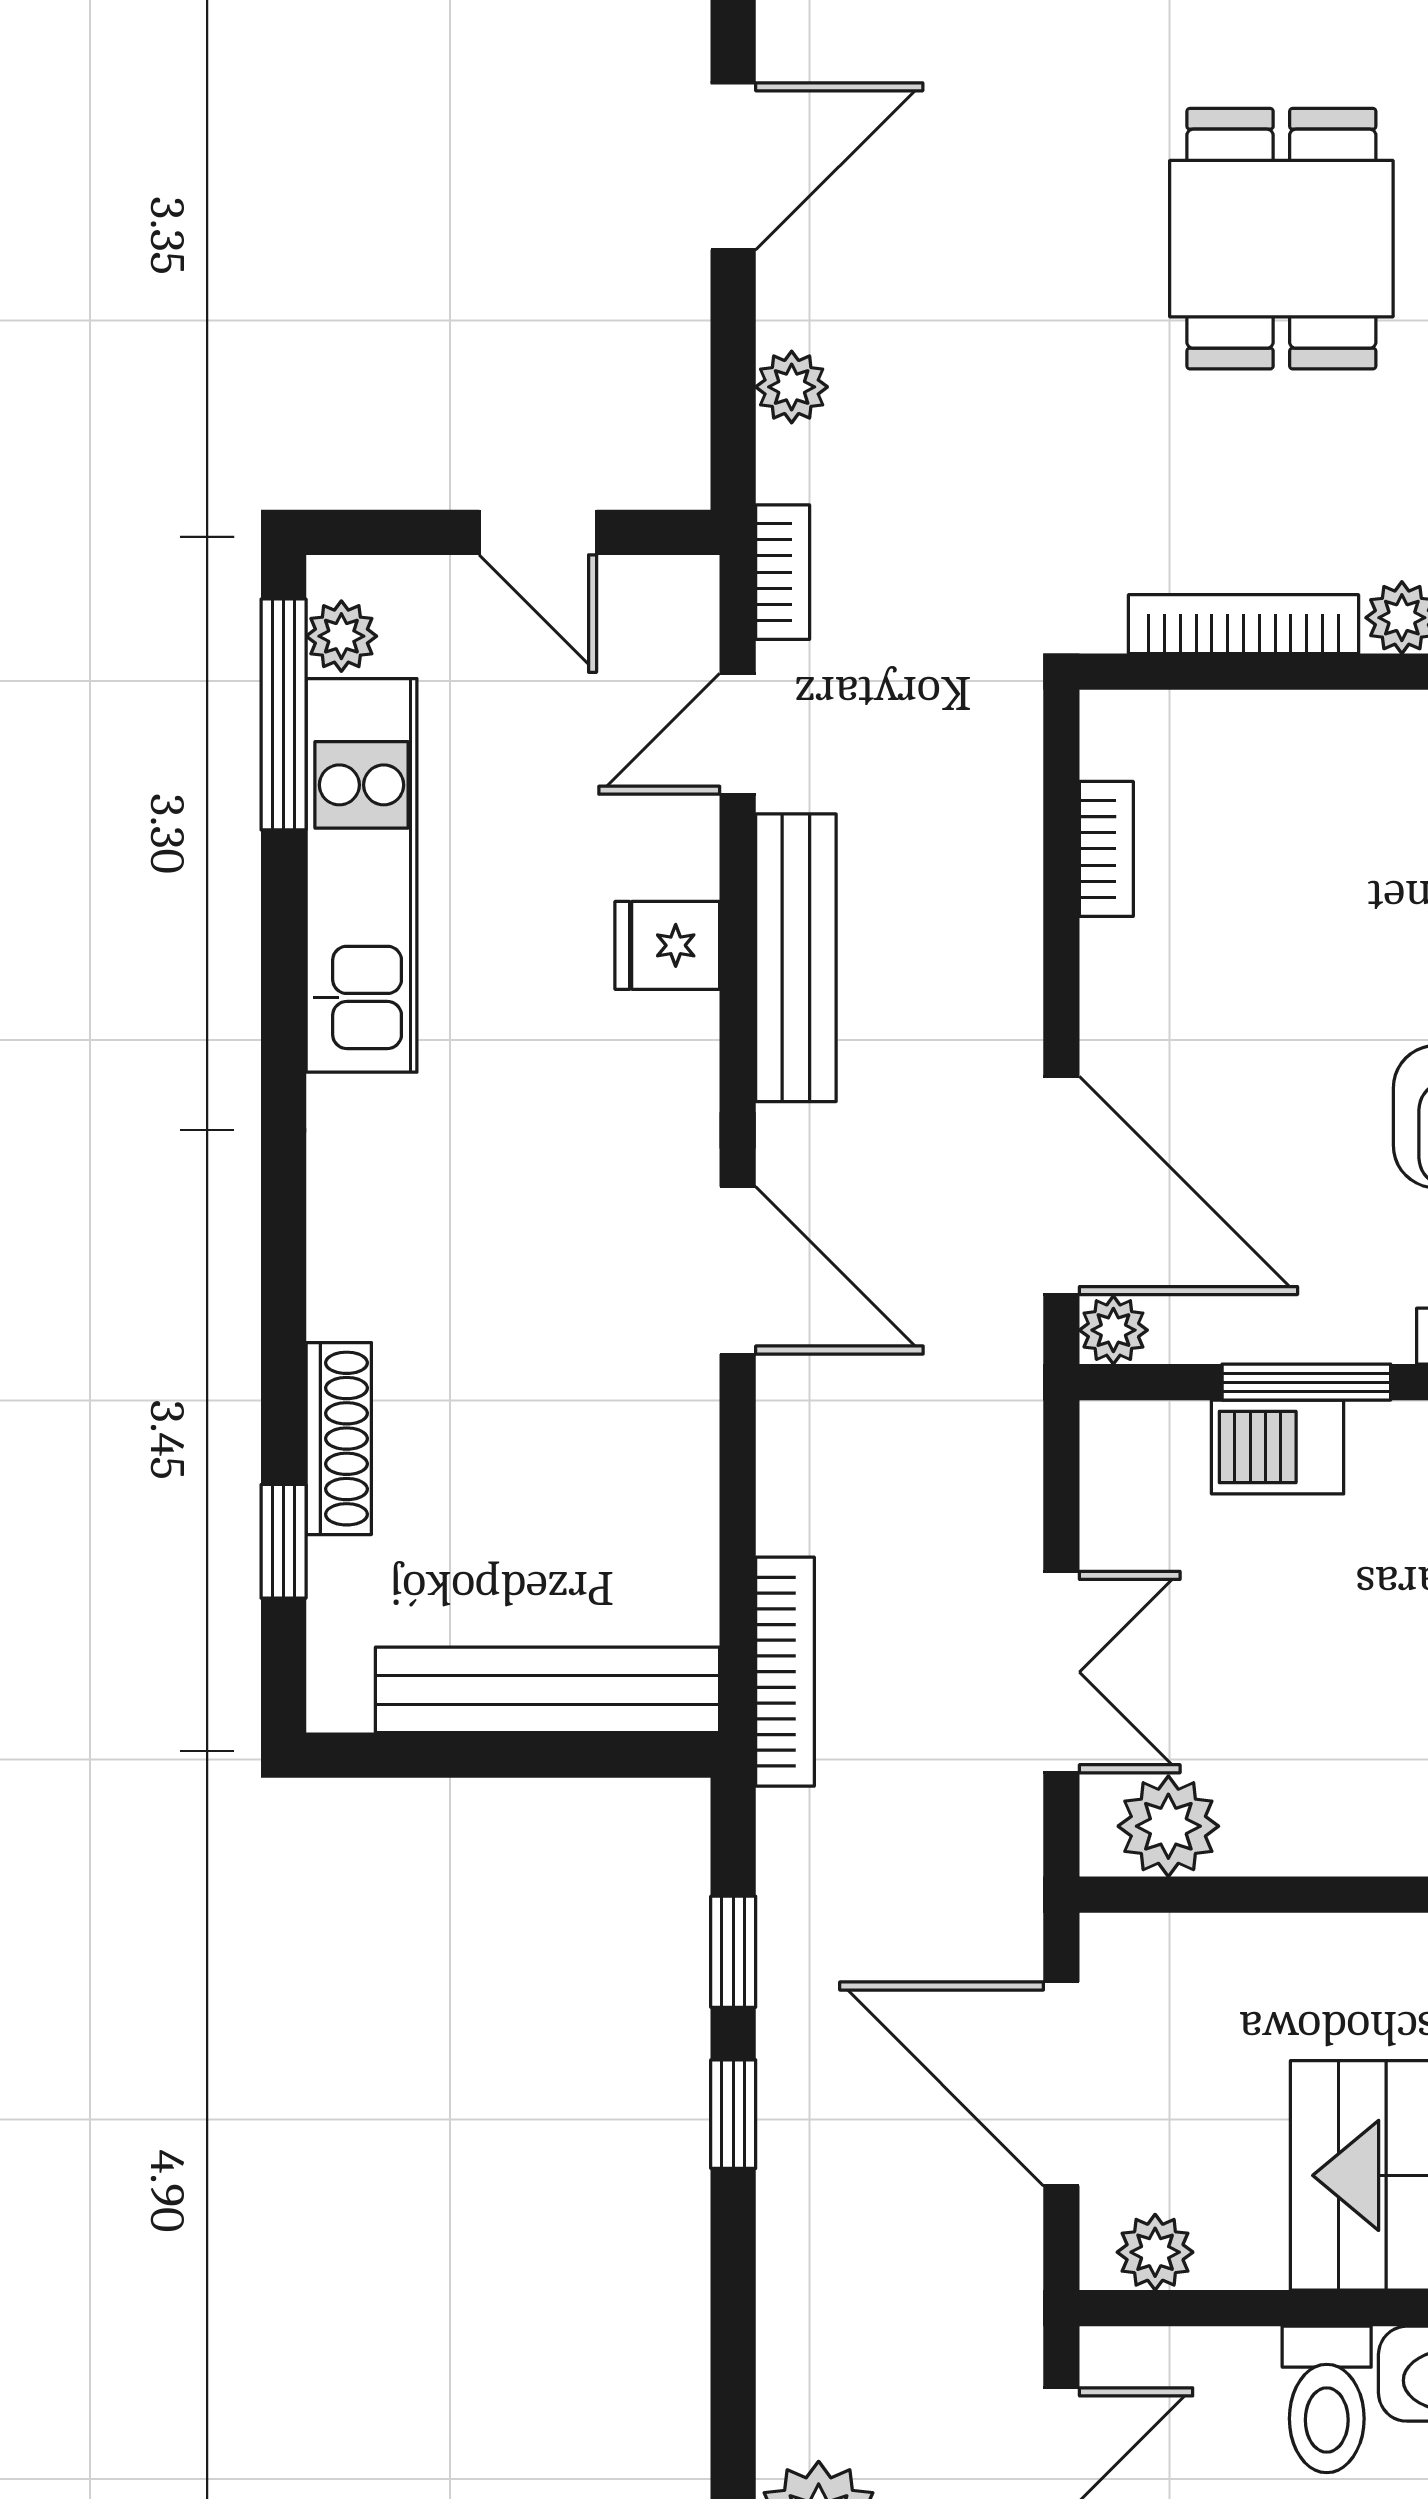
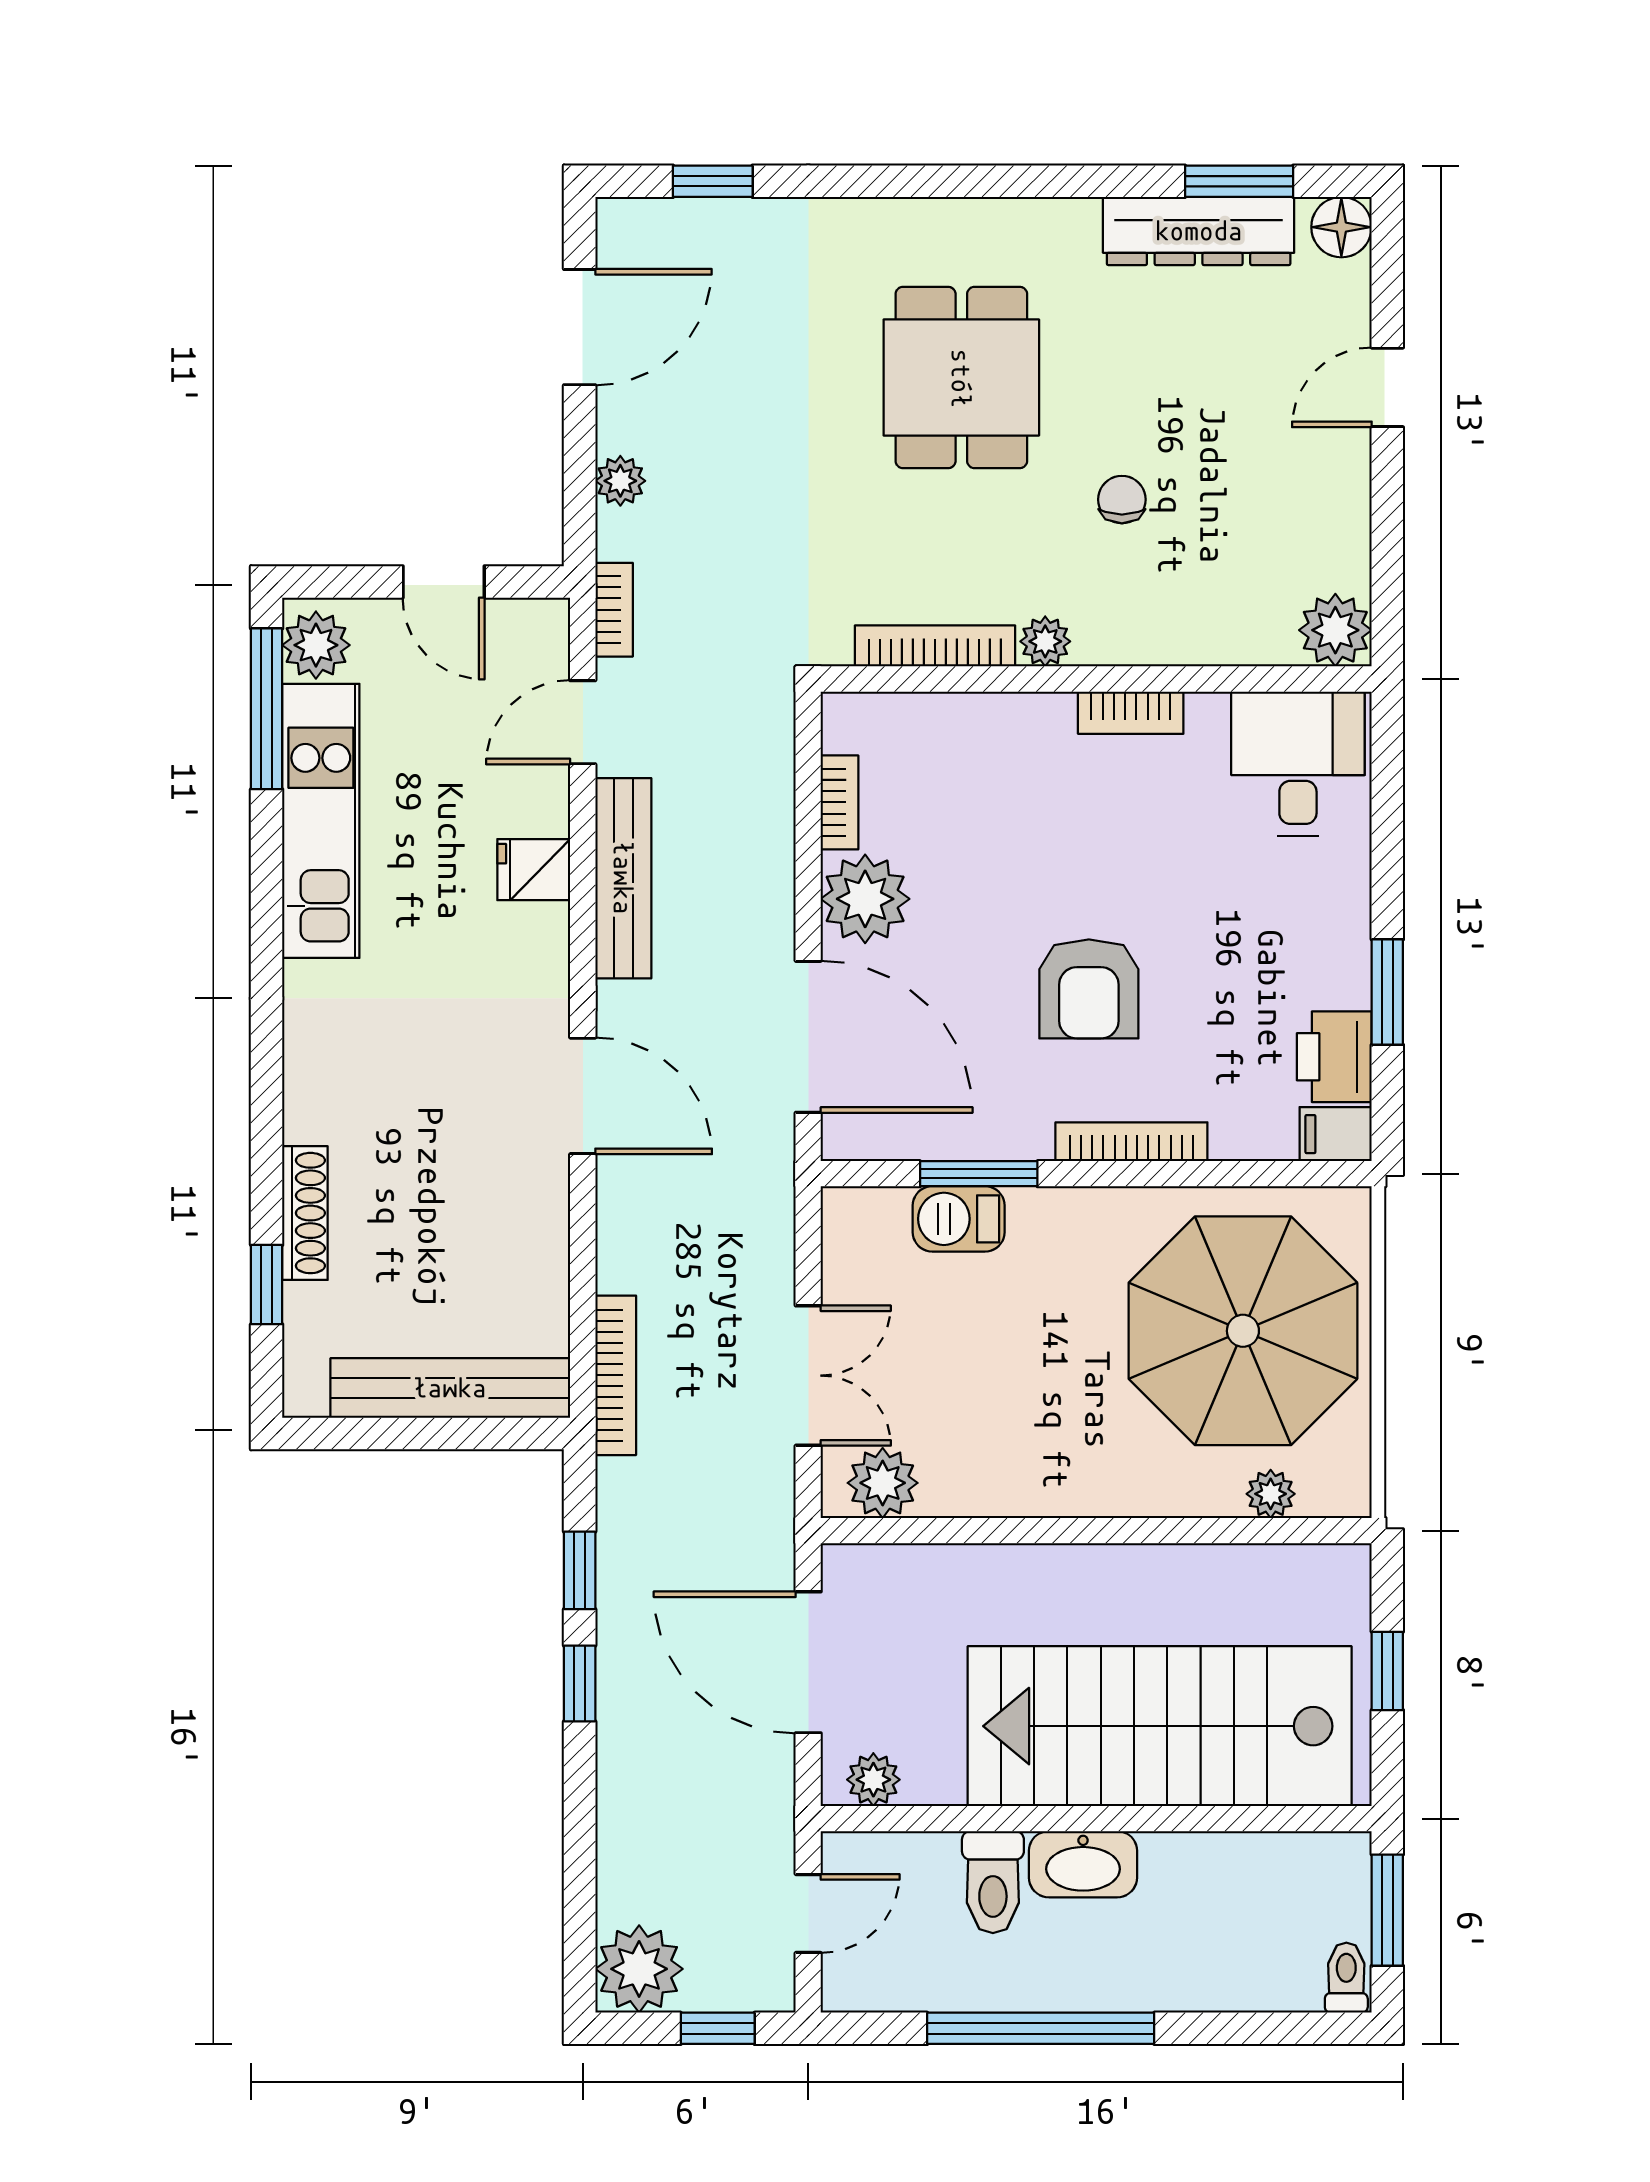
plant: (341, 636) -> (316, 645), width x1.38, depth x1.38
plant: (1113, 1330) -> (865, 899), moved, width x1.88, depth x1.88

